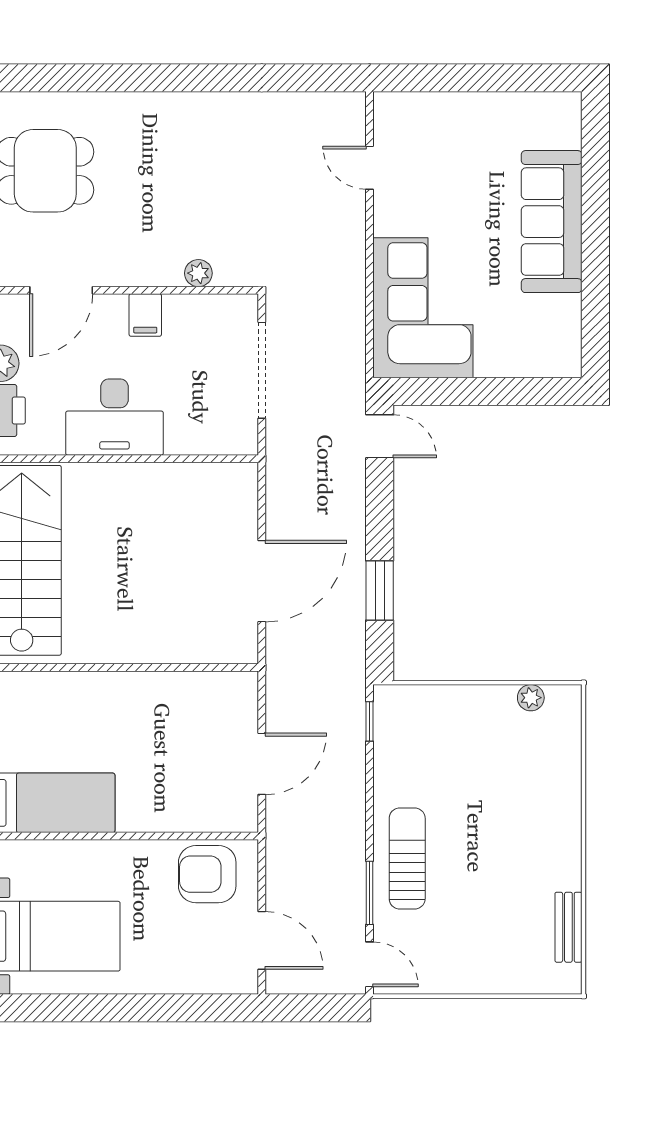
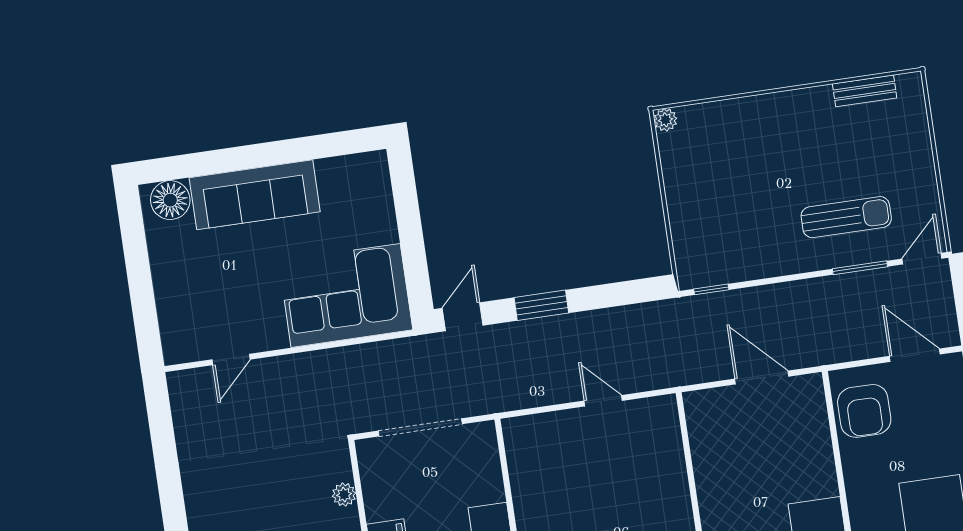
floor lamp: (560, 125) -> (170, 200), added
door: (262, 581) -> (603, 401), width x0.53
window: (380, 590) -> (541, 305), moved
plant: (531, 698) -> (665, 120), moved
sun lounger: (407, 858) -> (846, 217), moved, turned 180
door: (262, 940) -> (915, 355), hinge flipped

